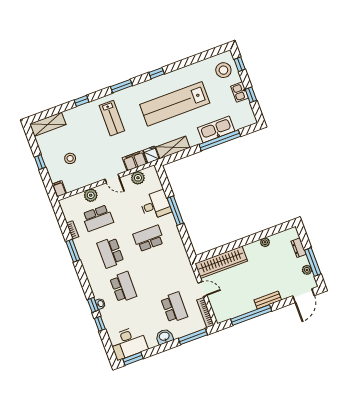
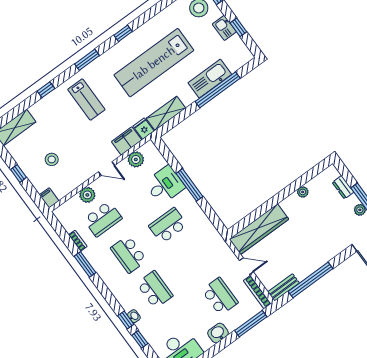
bench: (268, 300) -> (284, 287), moved

